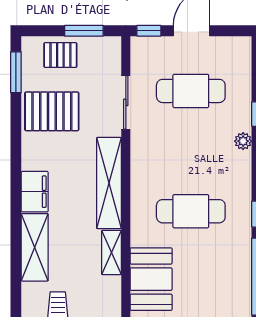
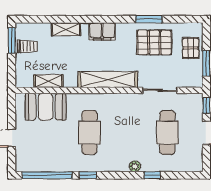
window: (16, 72) -> (149, 19), moved
pallet: (52, 111) -> (154, 42), turned 90
shelving: (35, 247) -> (66, 29), width x0.67, depth x0.75
shelving: (112, 252) -> (48, 81), moved

